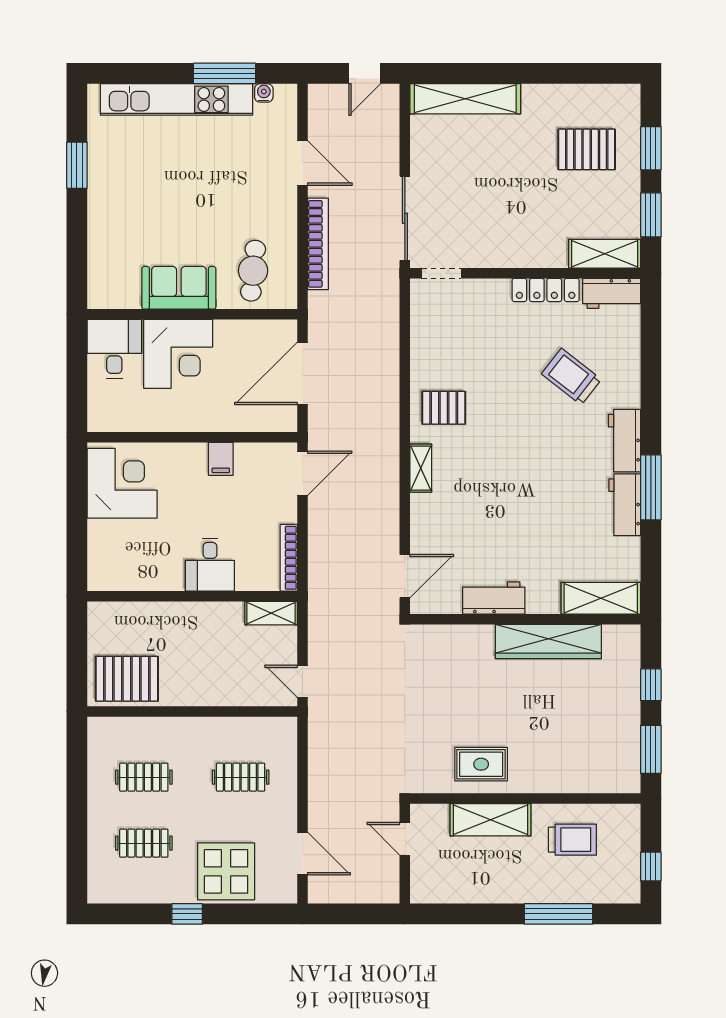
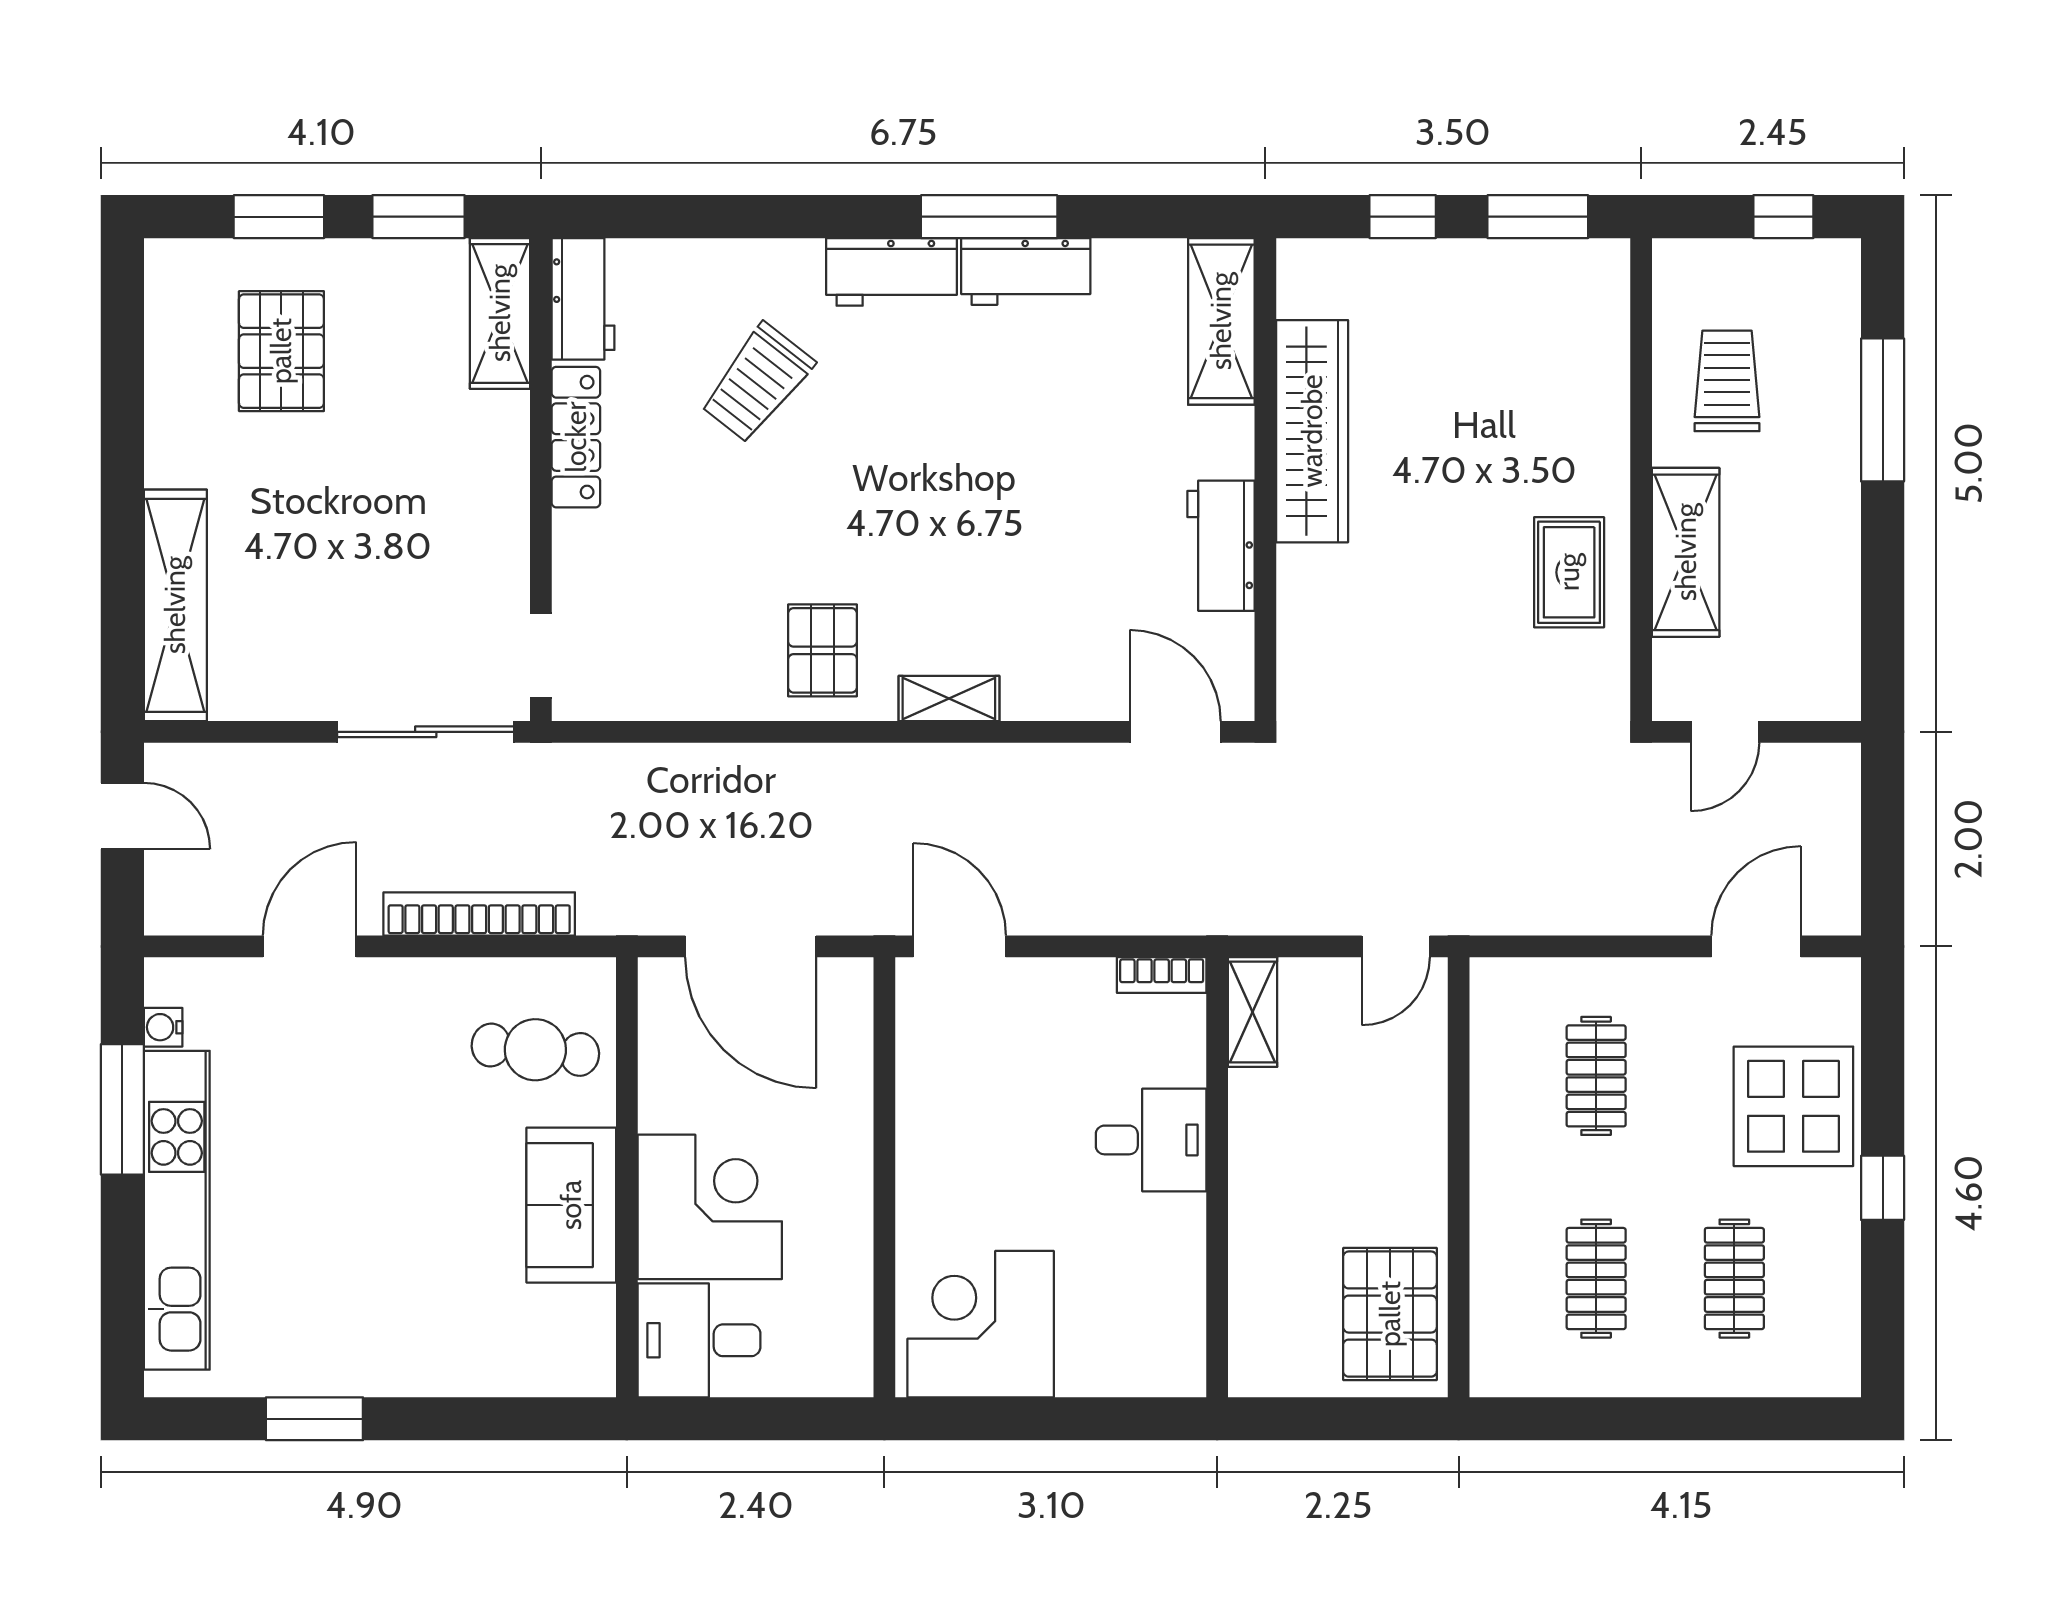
filing cabinet: (221, 459) -> (930, 1117), removed
bookcase: (289, 558) -> (1162, 975), width x0.64

